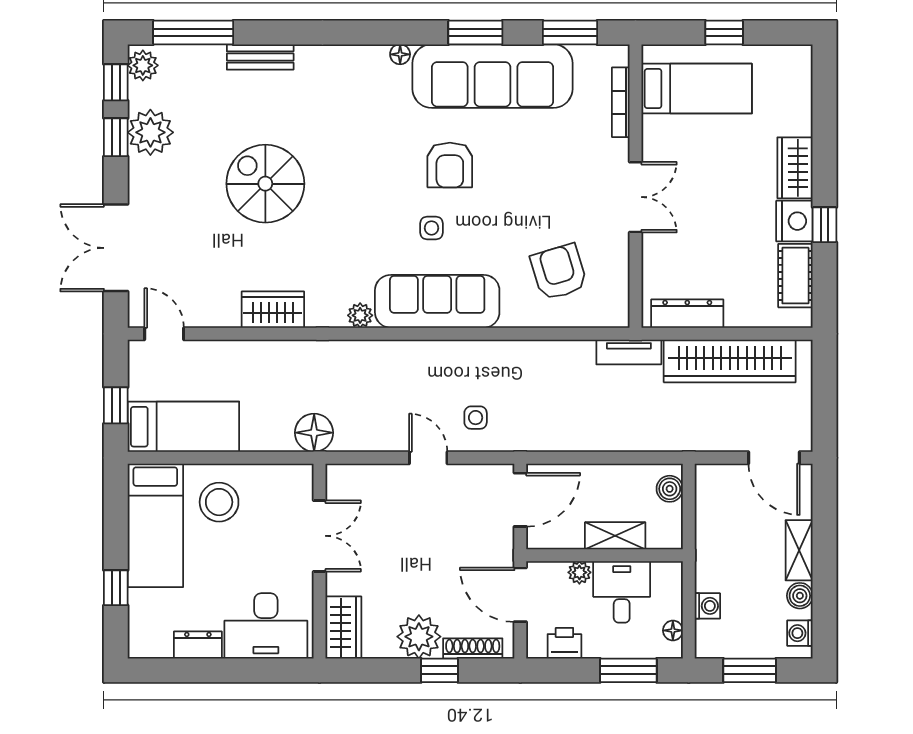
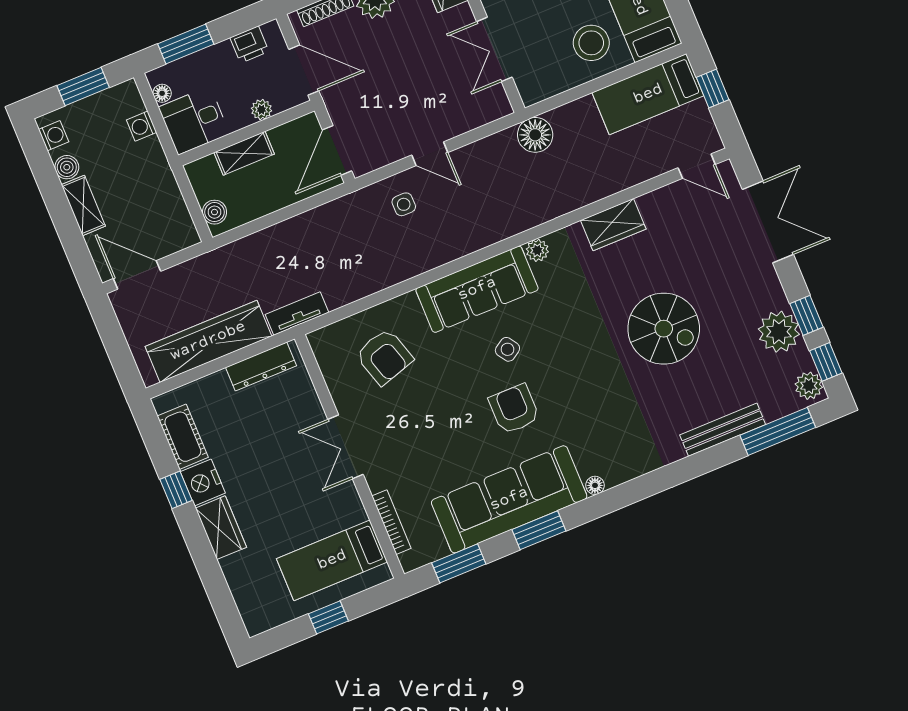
bench: (260, 57) -> (723, 430), width x1.36
side table: (432, 228) -> (507, 349), turned -33
desk: (622, 592) -> (194, 120), moved, turned 90

